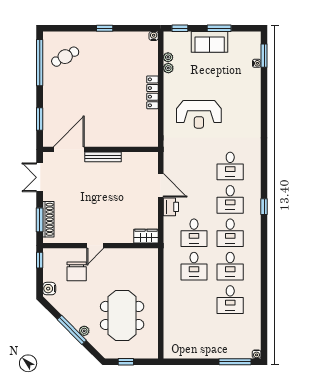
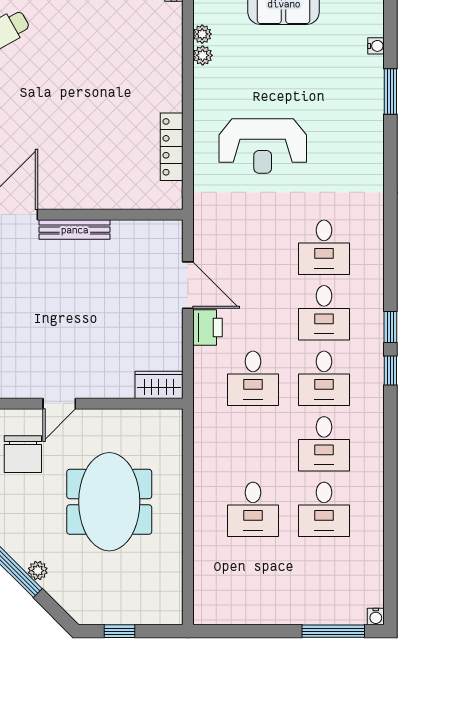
window: (264, 56) -> (390, 91), moved
locker: (152, 92) -> (172, 147), moved
window: (264, 229) -> (390, 370), added
desk: (194, 266) -> (253, 509), moved
meeting table: (122, 315) -> (109, 502), moved

